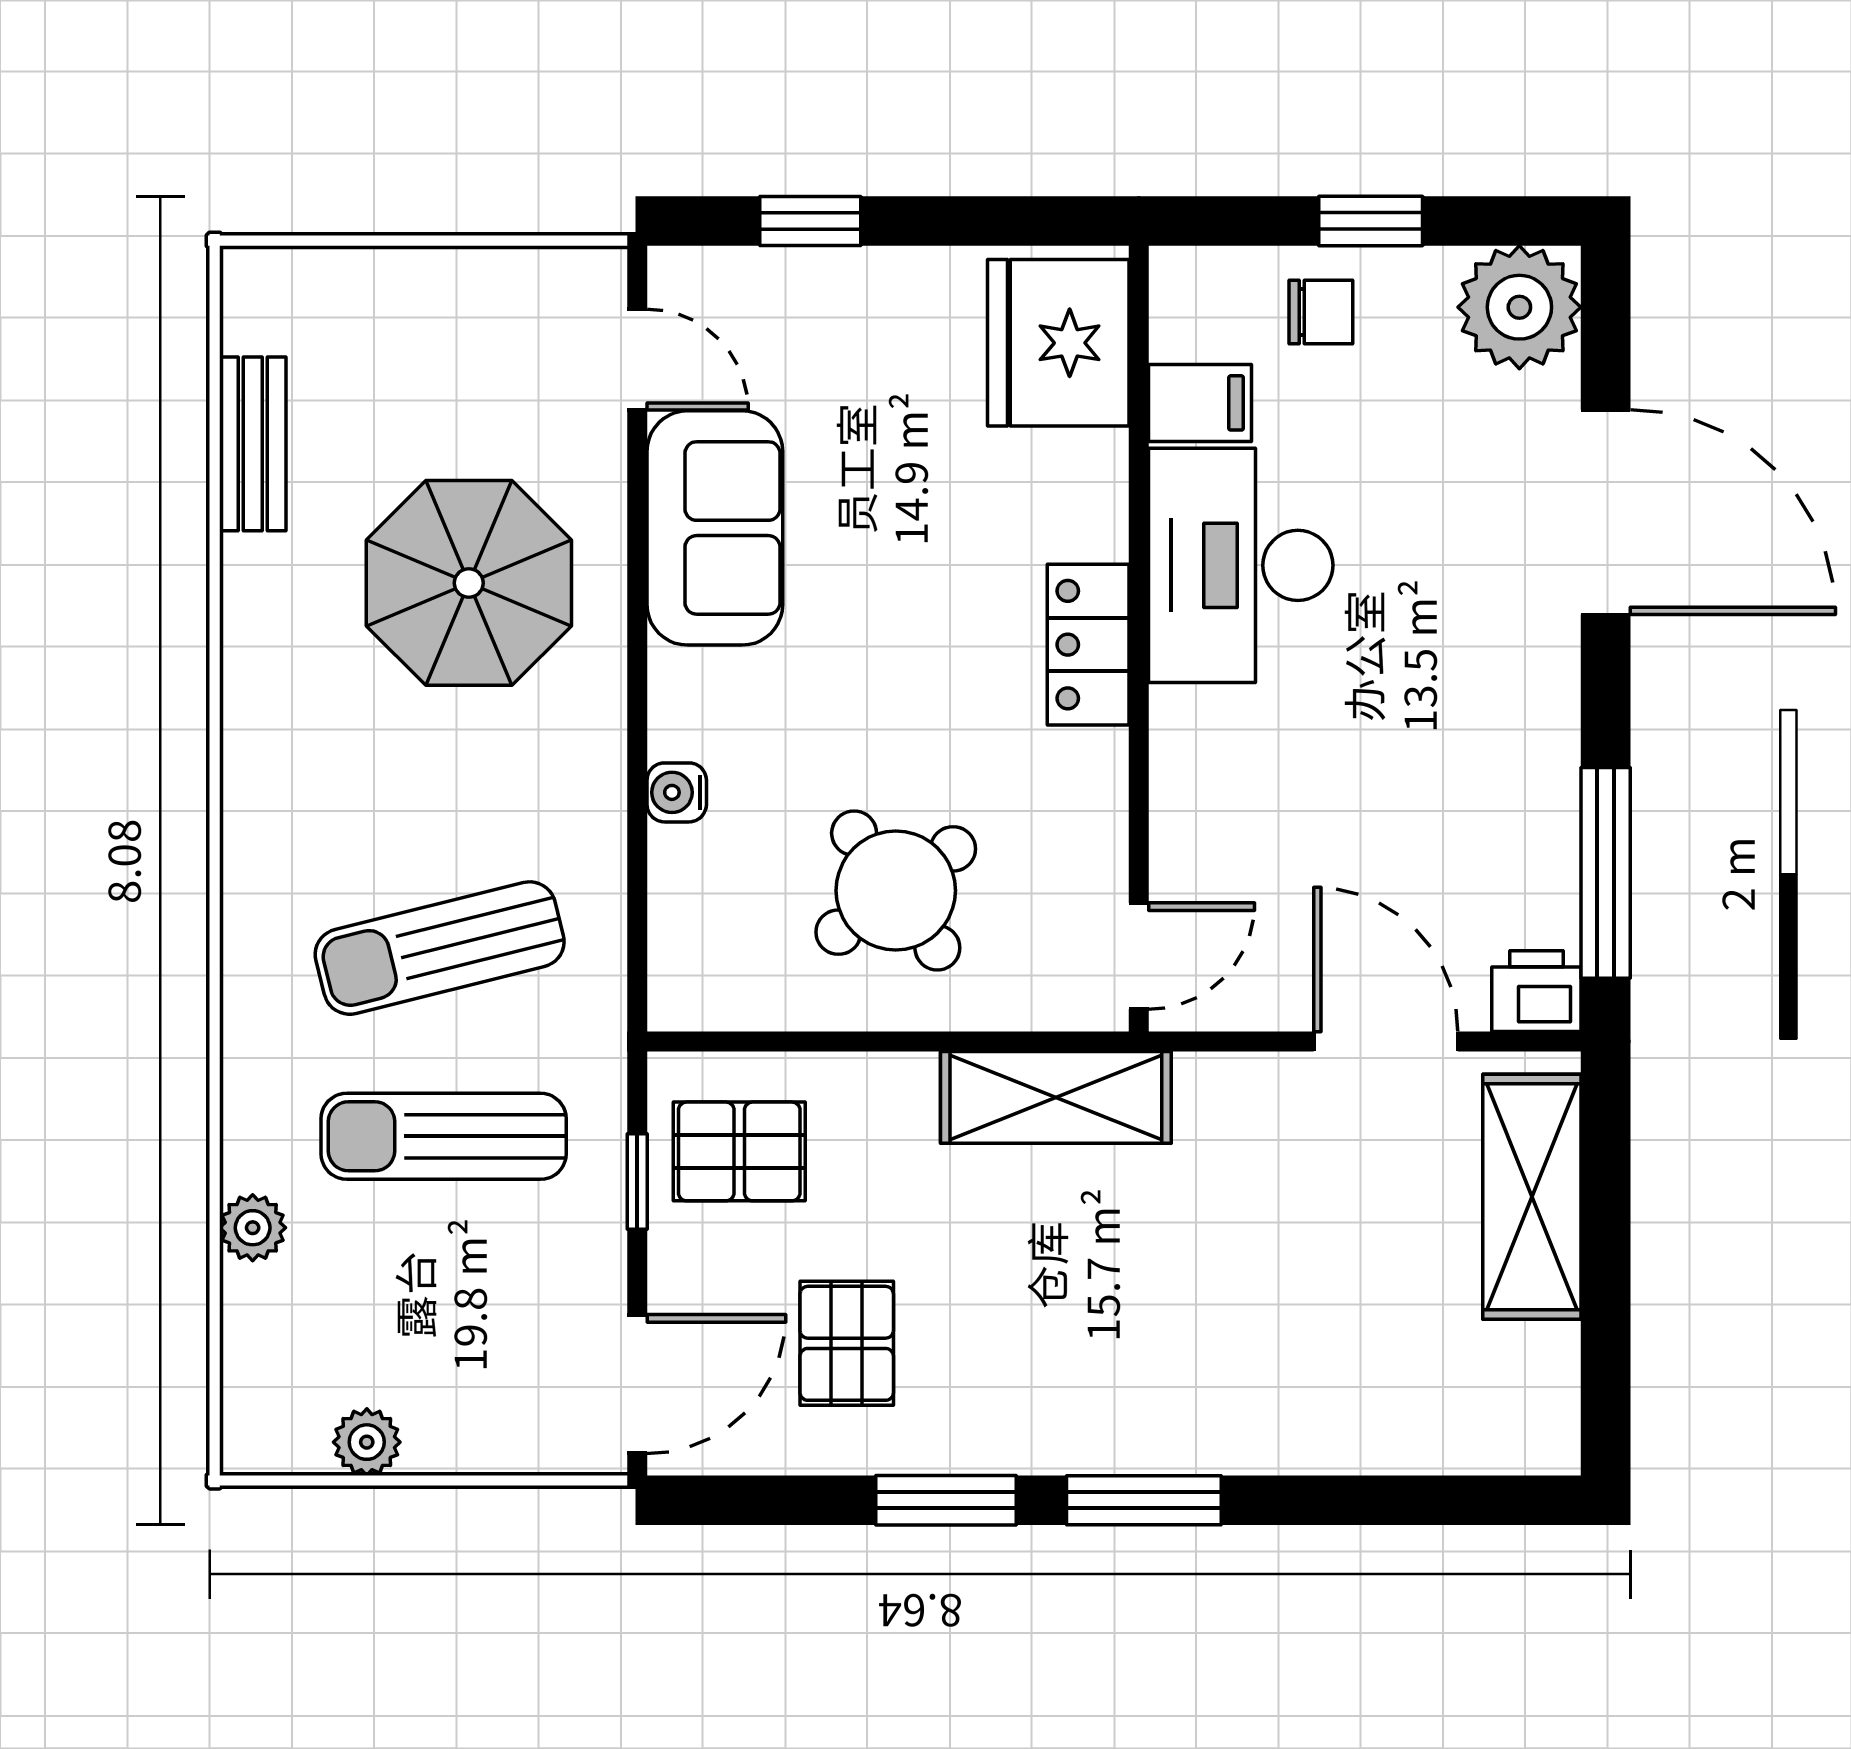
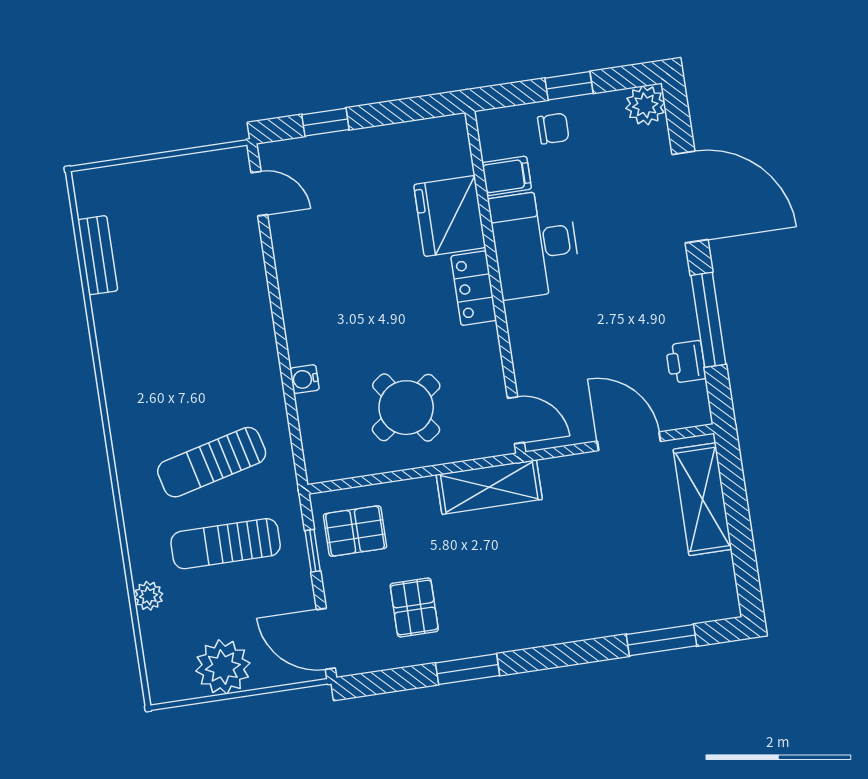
plant: (1519, 307) -> (645, 105), width x0.73, depth x0.73
fridge: (1058, 343) -> (450, 216), moved
sofa: (715, 528) -> (304, 262), removed
parasol: (469, 583) -> (201, 302), removed
window: (1606, 873) -> (708, 320), moved
door: (1139, 956) -> (516, 420), hinge flipped
printer: (1536, 991) -> (686, 362), moved, turned -90
door: (637, 1384) -> (326, 639), swing flipped
plant: (367, 1442) -> (223, 667), width x1.87, depth x1.87
window: (1144, 1500) -> (662, 640), moved

